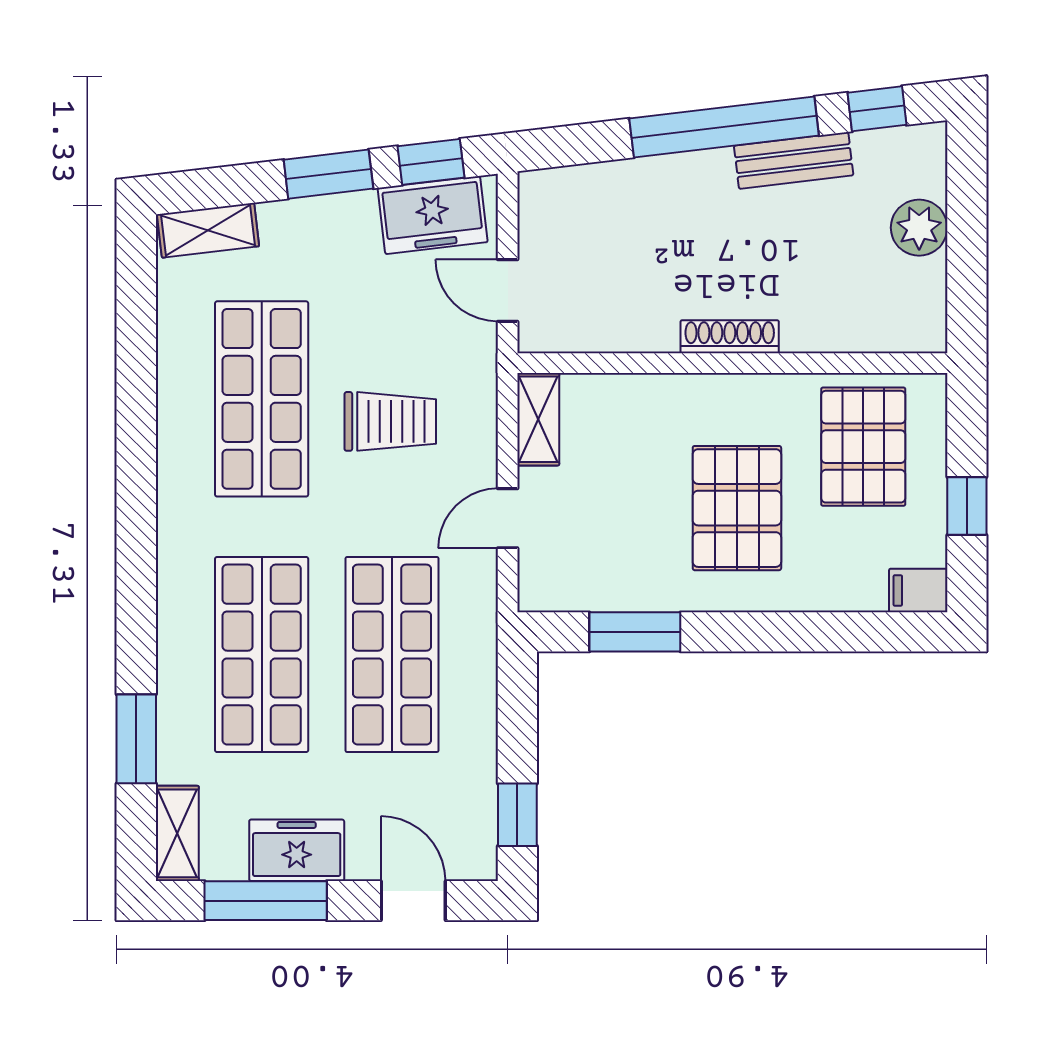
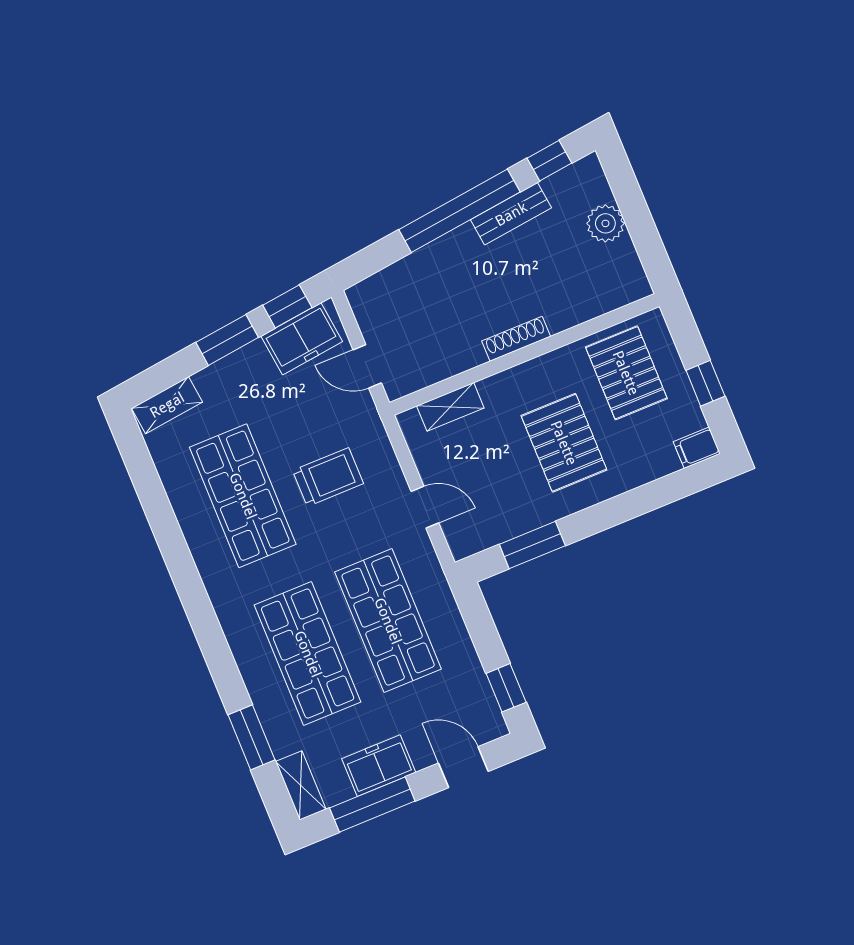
shelving: (538, 419) -> (450, 407), moved, turned 90
door: (508, 518) -> (425, 507), swing flipped

